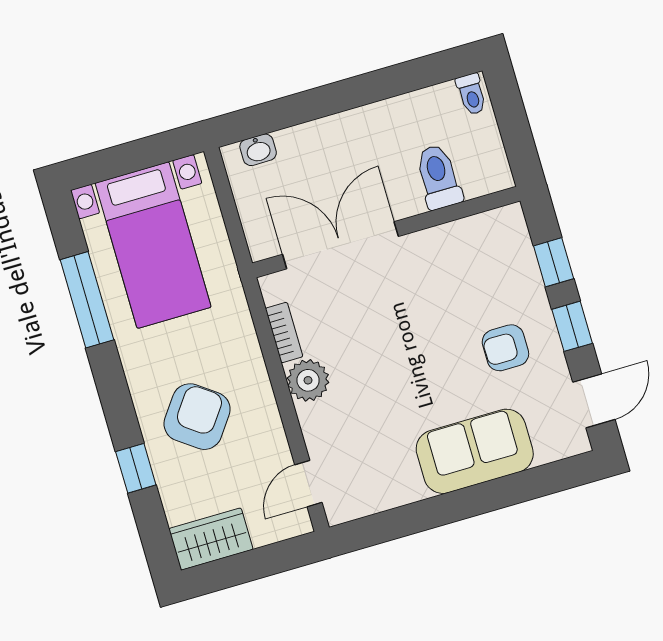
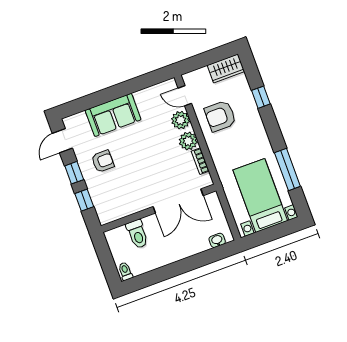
armchair: (197, 417) -> (220, 116), moved, turned 54
plant: (322, 429) -> (181, 120), added
door: (308, 484) -> (185, 96), swing flipped

